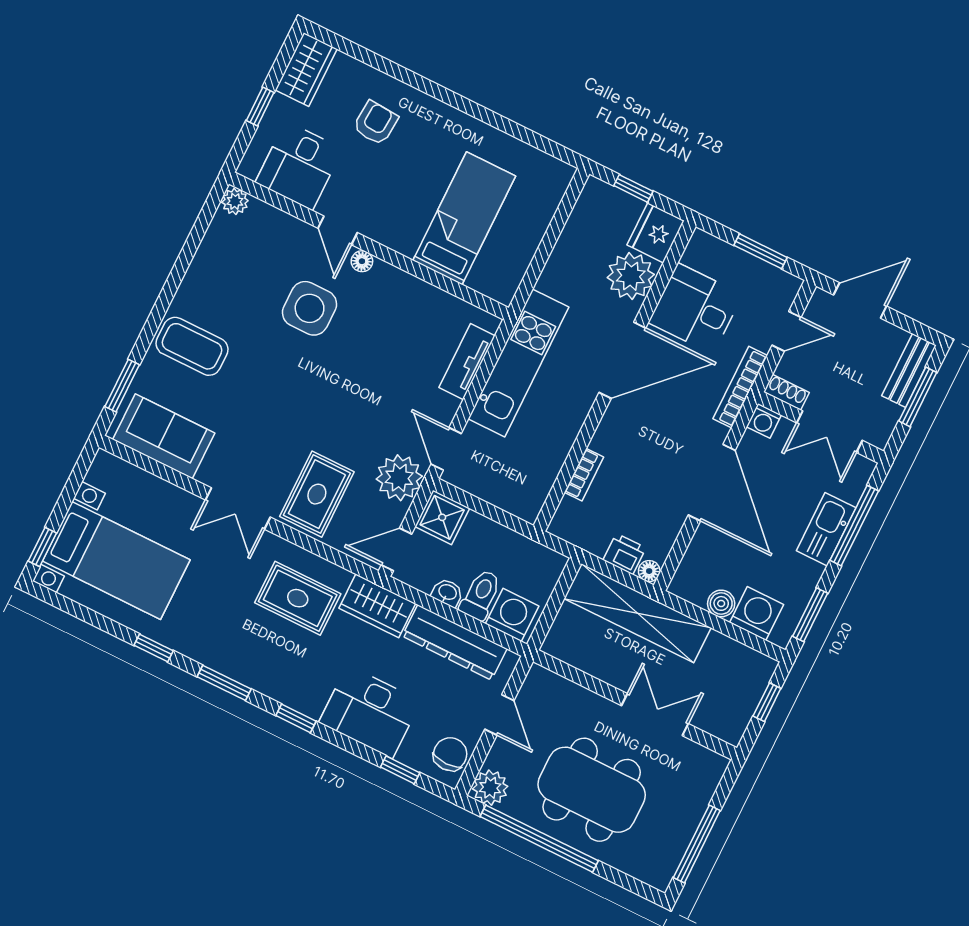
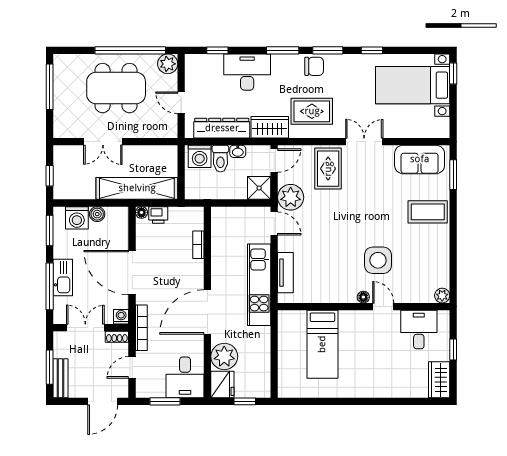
armchair: (376, 123) -> (391, 370), removed
desk: (695, 309) -> (185, 377), moved, turned 90
window: (296, 718) -> (283, 50), width x1.50
chair: (450, 754) -> (314, 66), moved, turned -90

